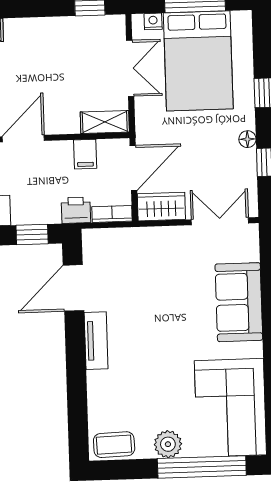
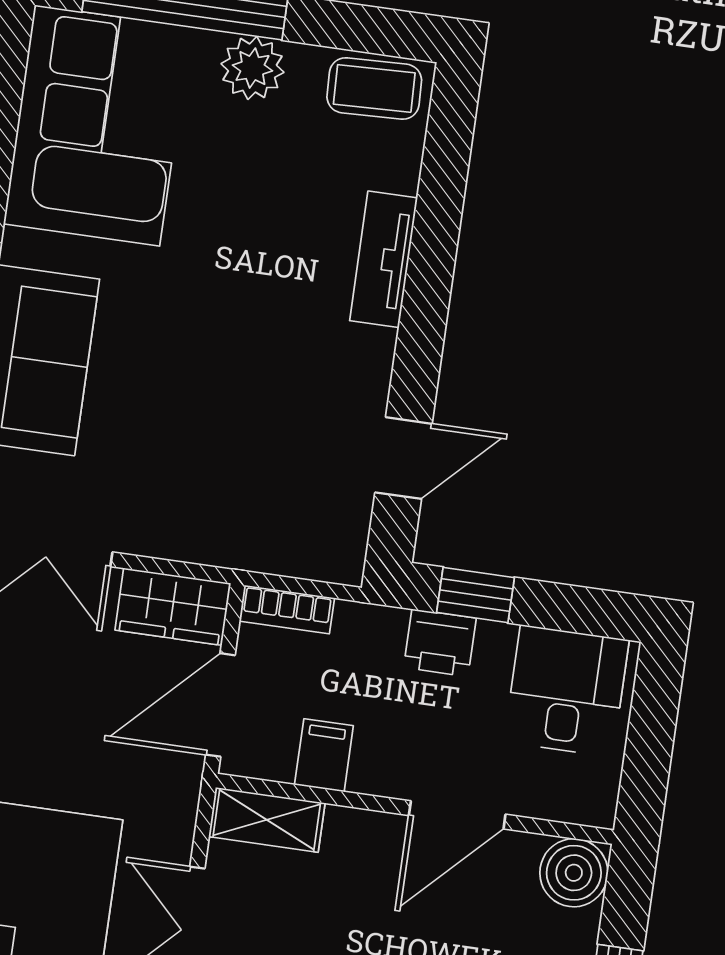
printer: (76, 210) -> (440, 643), moved
door: (73, 288) -> (403, 458), width x0.73
tv unit: (96, 341) -> (384, 259), moved

